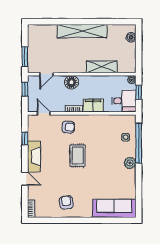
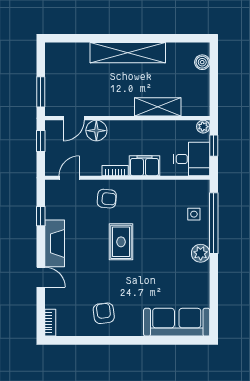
floor lamp: (72, 82) -> (96, 131), moved
door: (44, 113) -> (69, 178), hinge flipped

